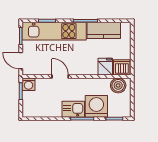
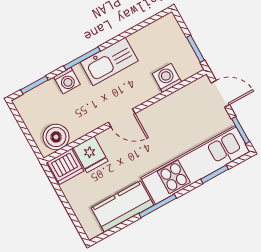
door: (60, 76) -> (122, 118), moved
washing machine: (29, 84) -> (167, 78), moved
washing machine: (96, 106) -> (67, 81), width x0.53, depth x0.53
kitchen sink: (73, 109) -> (109, 61), width x1.38

